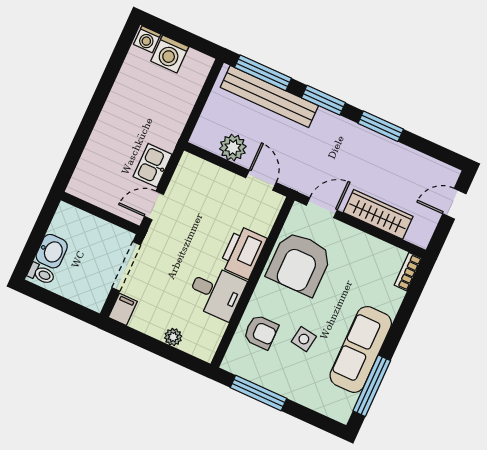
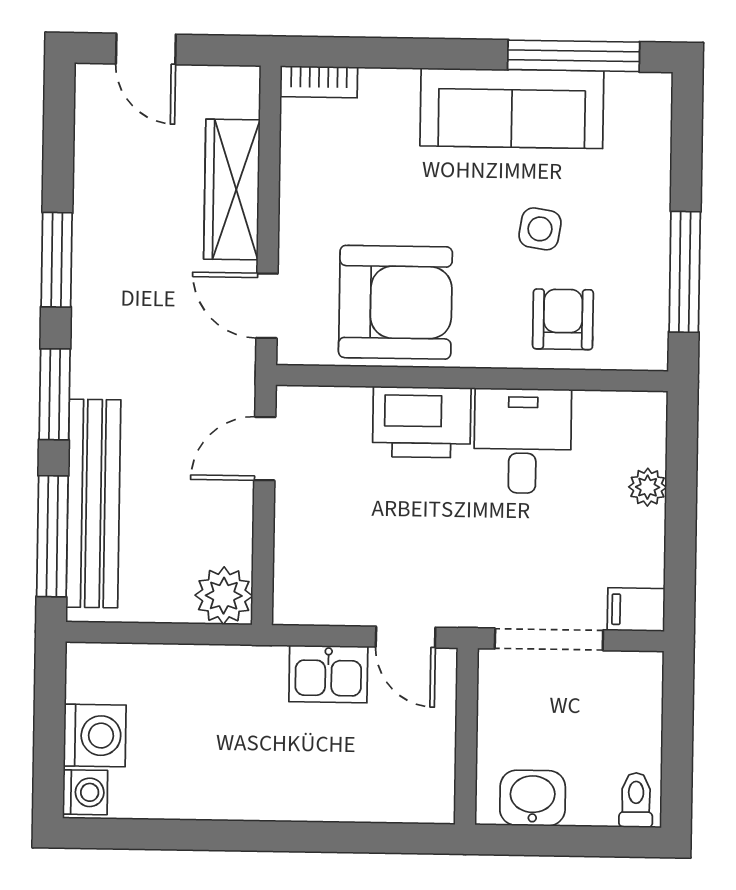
plant: (233, 148) -> (224, 596), moved
washbasin: (52, 251) -> (533, 798), moved

